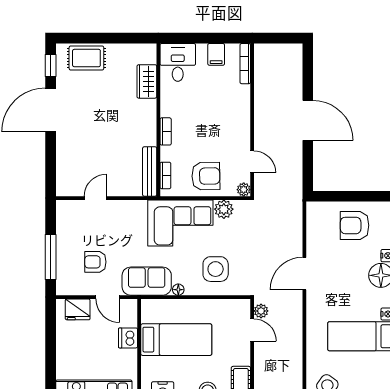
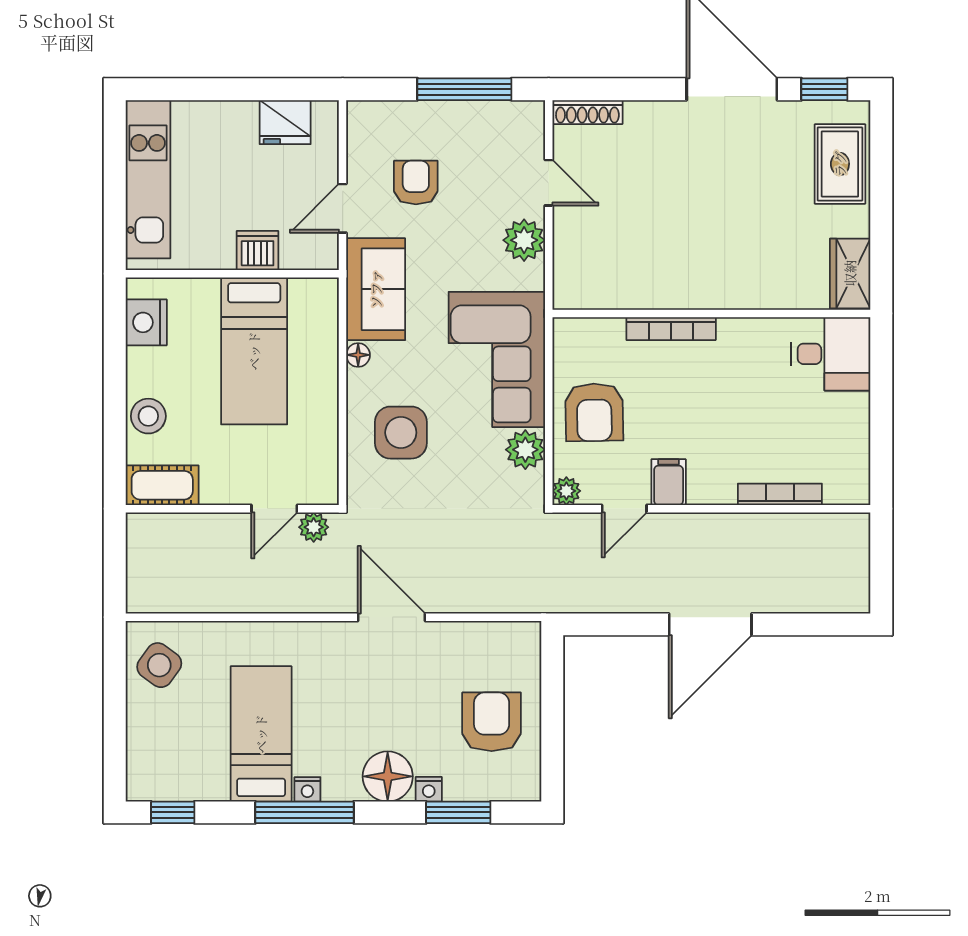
filing cabinet: (216, 54) -> (669, 482), moved, turned 90
bookcase: (245, 64) -> (780, 494), moved
wardrobe: (147, 81) -> (850, 273), moved, turned -90
bookcase: (166, 131) -> (671, 329), width x1.56
bench: (150, 171) -> (604, 295), removed
bookcase: (165, 175) -> (596, 328), removed
shoe rack: (62, 179) -> (587, 112), added
plant: (123, 210) -> (524, 240), added
window: (51, 257) -> (464, 89), moved
fridge: (78, 309) -> (285, 122), moved, turned -90

